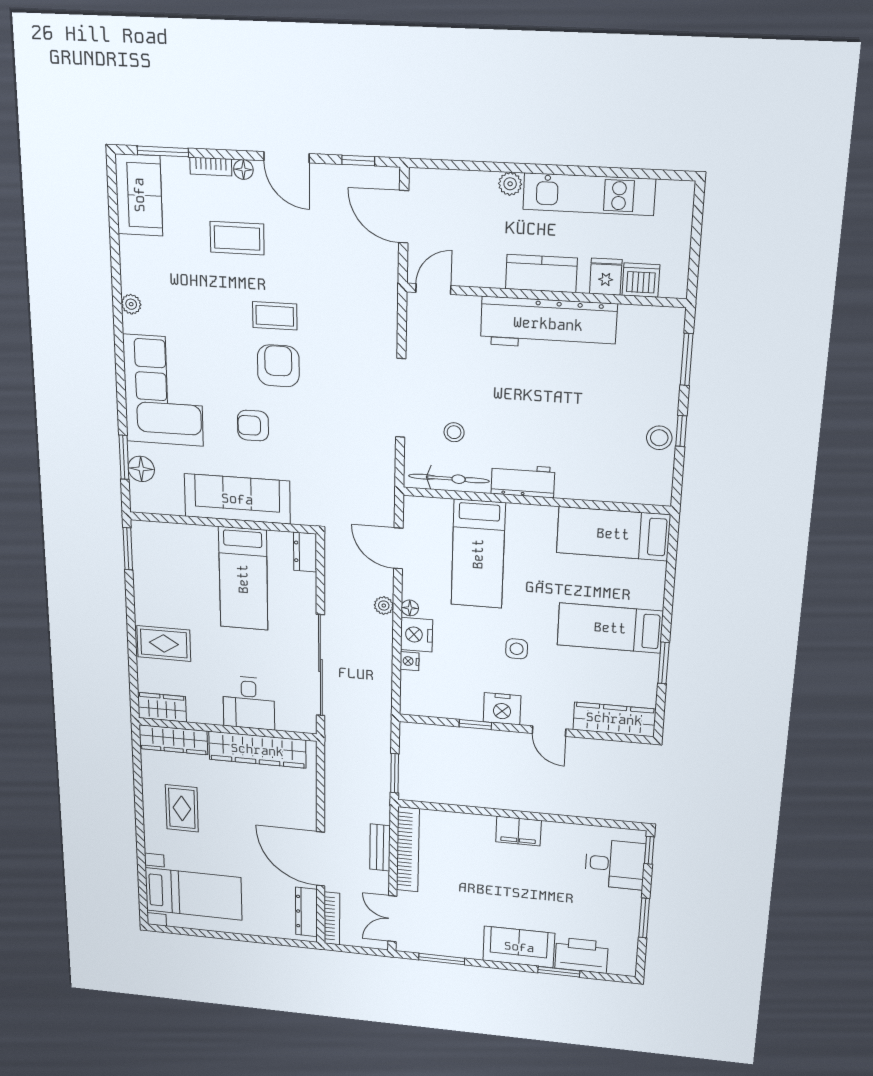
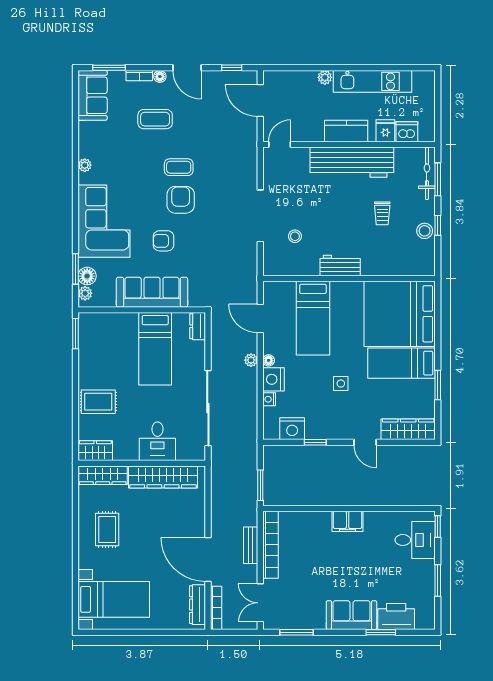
trolley: (593, 407) -> (382, 213), added
bicycle: (449, 478) -> (427, 173), moved, turned -90
plant: (139, 493) -> (85, 293), added
bed: (613, 534) -> (400, 314), width x2.04
nightstand: (502, 709) -> (292, 429), moved

